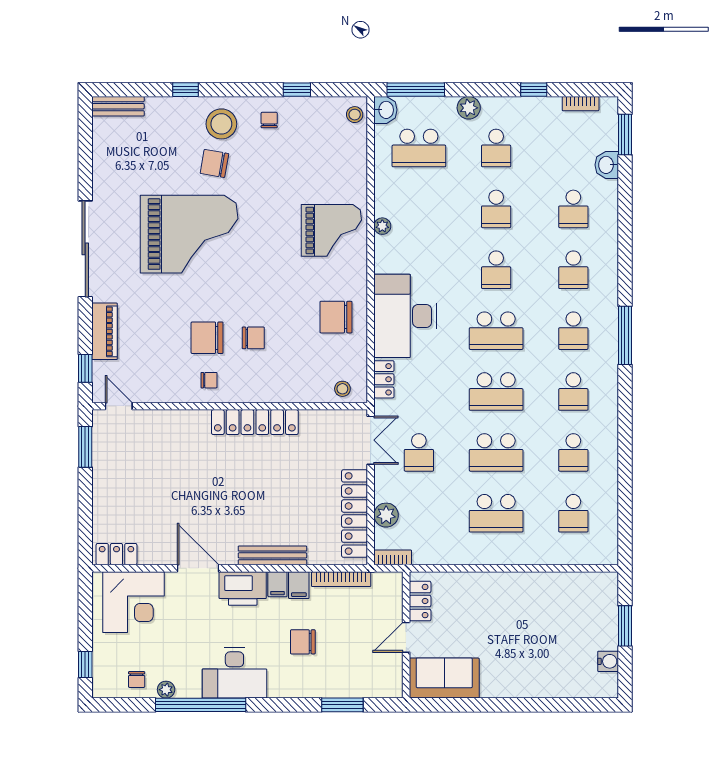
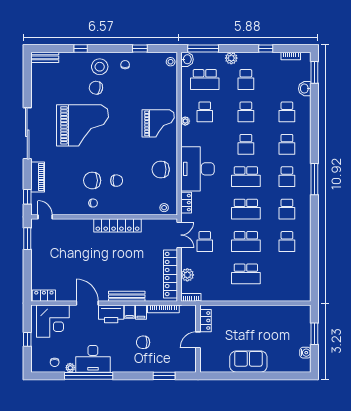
school desk: (573, 513) -> (205, 112), moved
window: (85, 664) -> (27, 339), moved
desk: (234, 673) -> (93, 359), moved
sofa: (444, 678) -> (248, 362), moved

